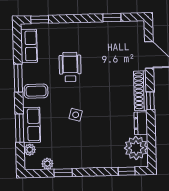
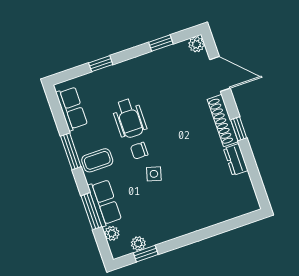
window: (40, 20) -> (101, 64), moved
wheelchair: (70, 67) -> (129, 118), turned 180
chair: (70, 94) -> (139, 151), added
plant: (136, 148) -> (196, 44), moved, width x0.53, depth x0.53
window: (127, 171) -> (237, 223), removed
window: (63, 173) -> (146, 254), moved

